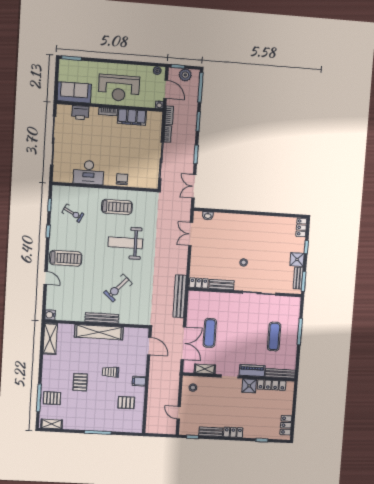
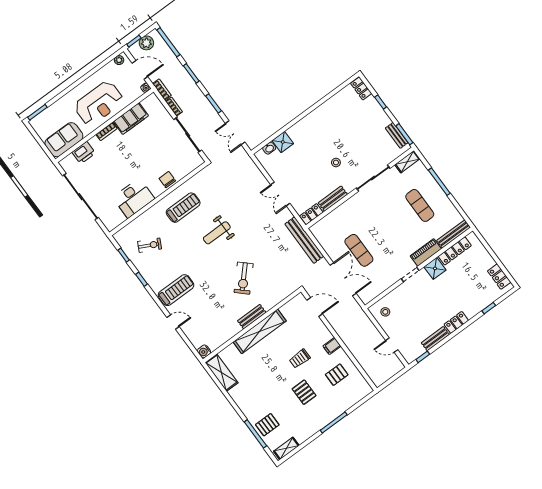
double door: (191, 234) -> (280, 194), moved
weight bench: (125, 243) -> (217, 233), width x0.73, depth x0.75
shower: (297, 260) -> (283, 142), moved
bench: (102, 318) -> (252, 317), width x0.73
shelving: (205, 369) -> (407, 162), moved
pallet: (80, 382) -> (304, 392), moved

